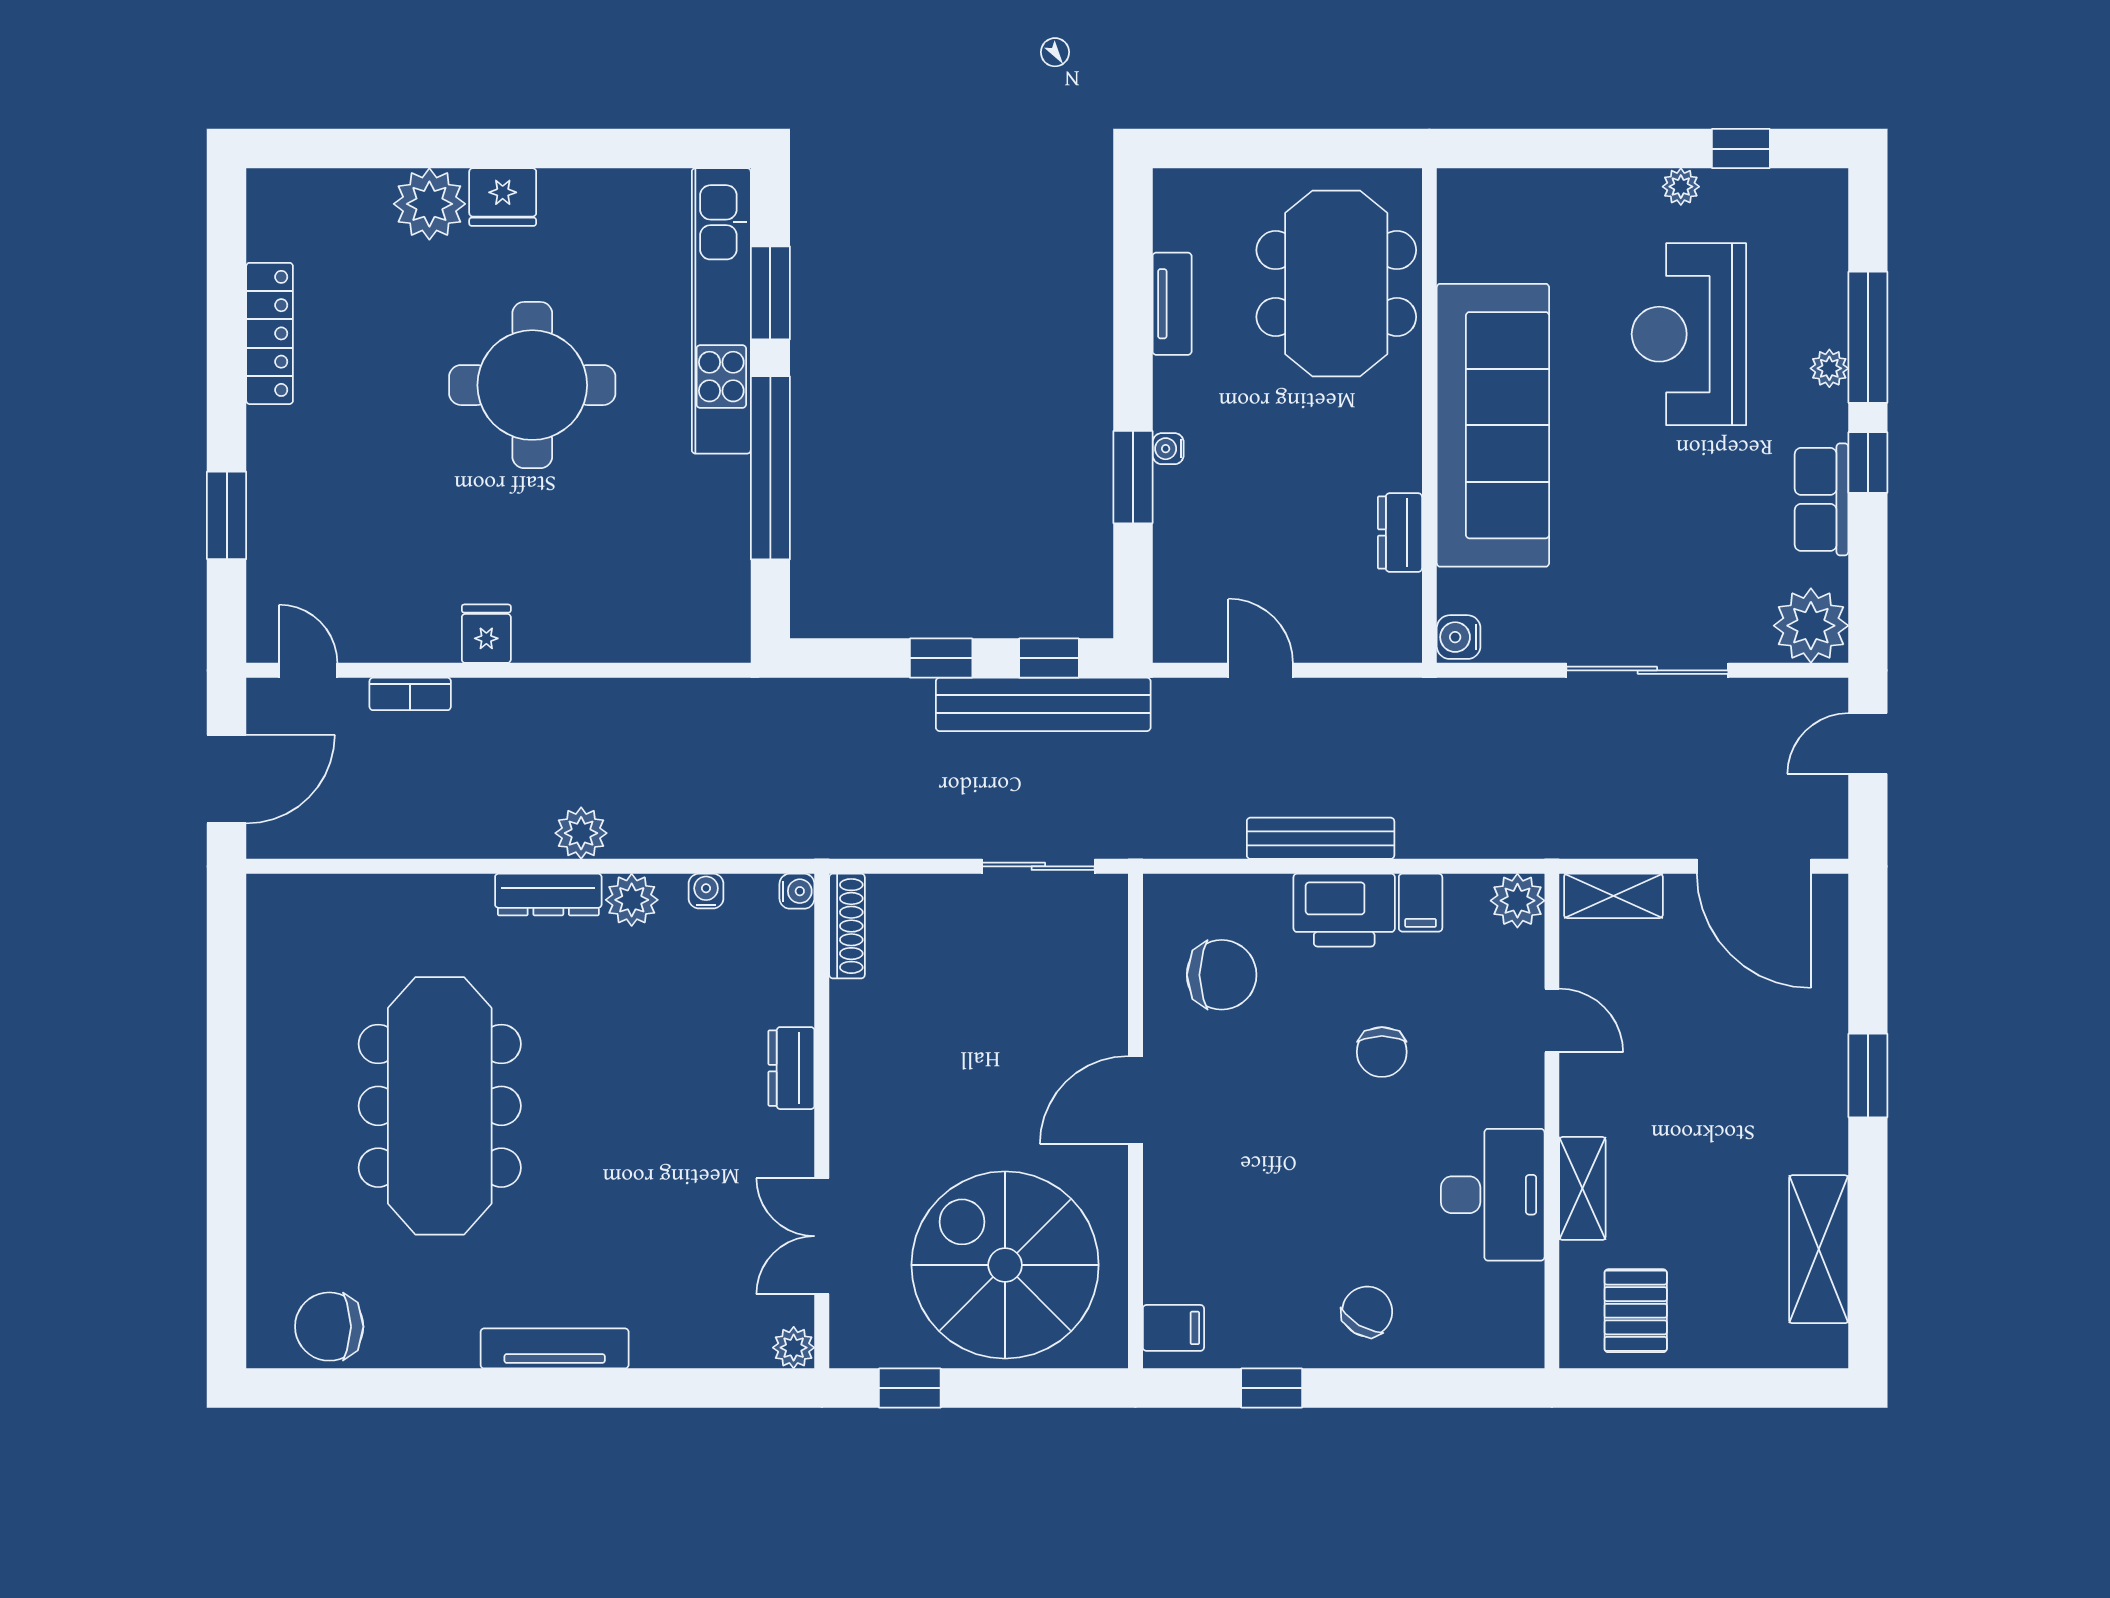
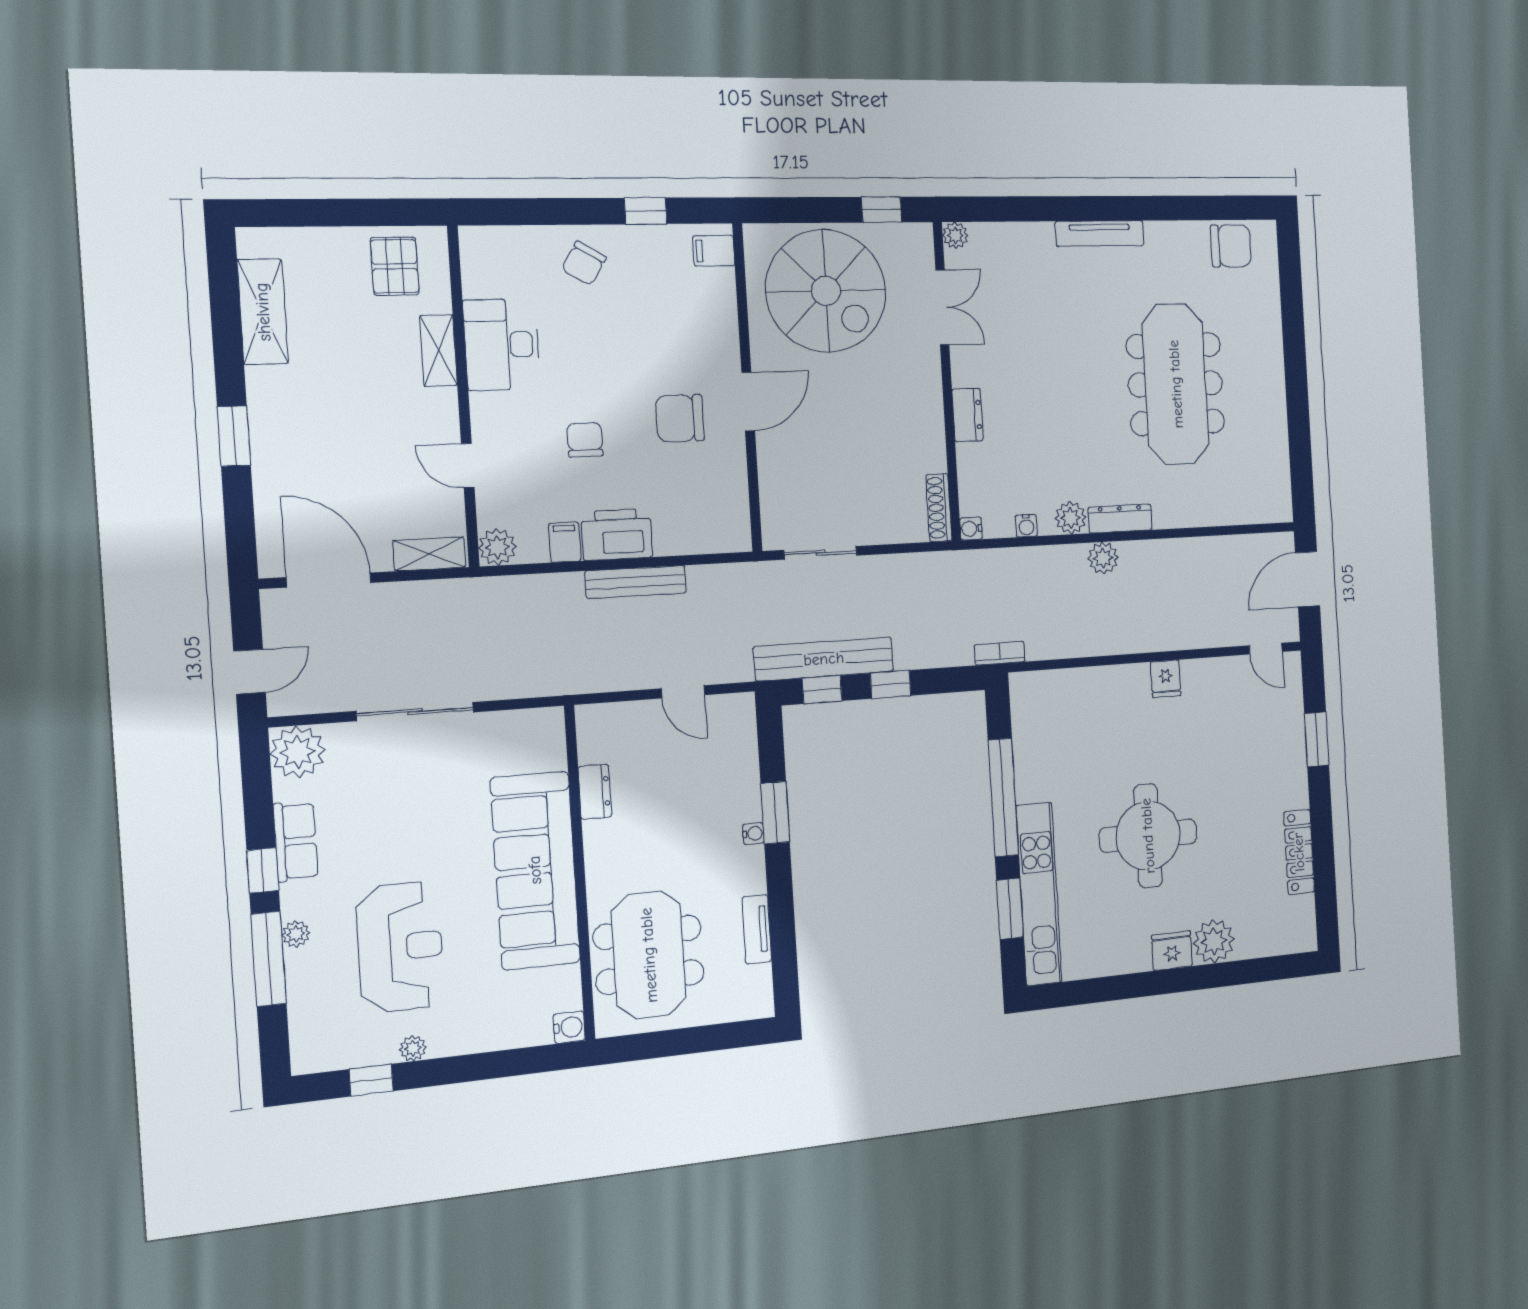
water cooler: (1459, 637) -> (569, 1027), moved
bookcase: (410, 694) -> (1000, 653), moved
chair: (1222, 975) -> (680, 418), moved

